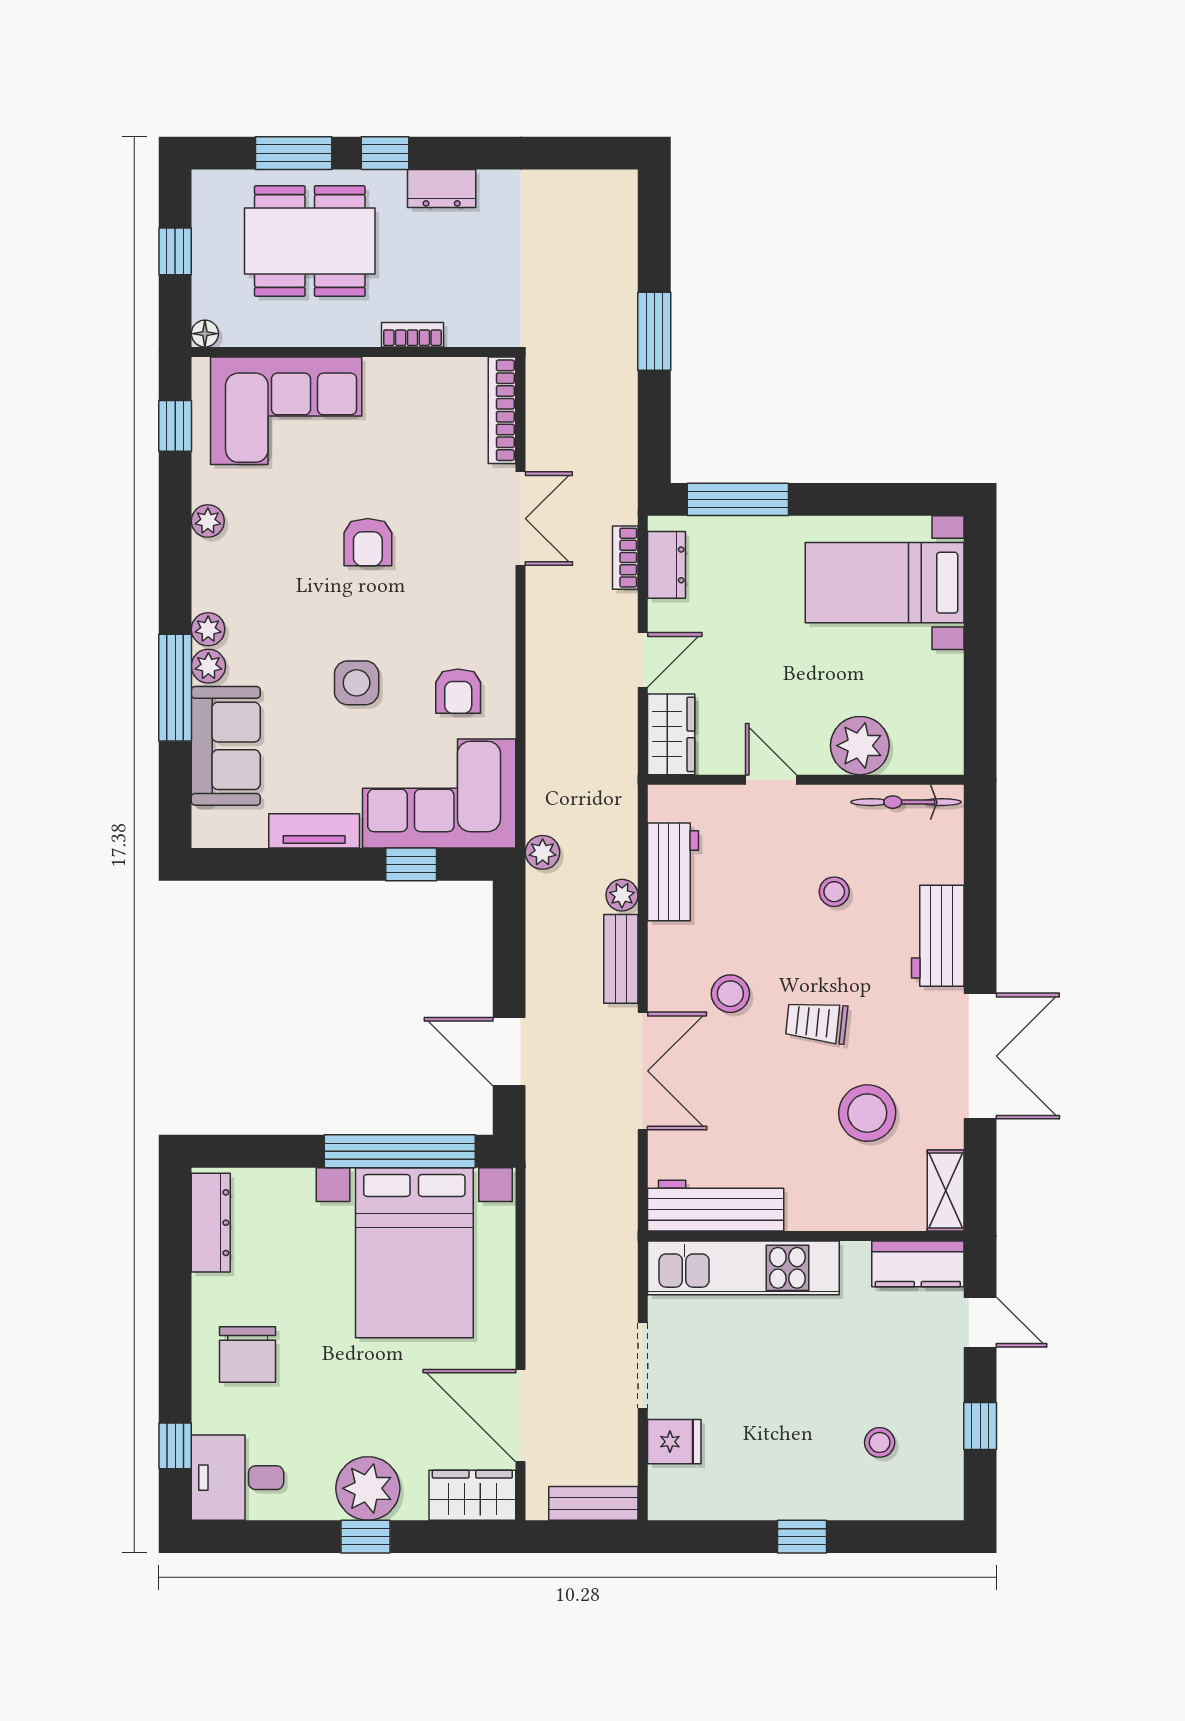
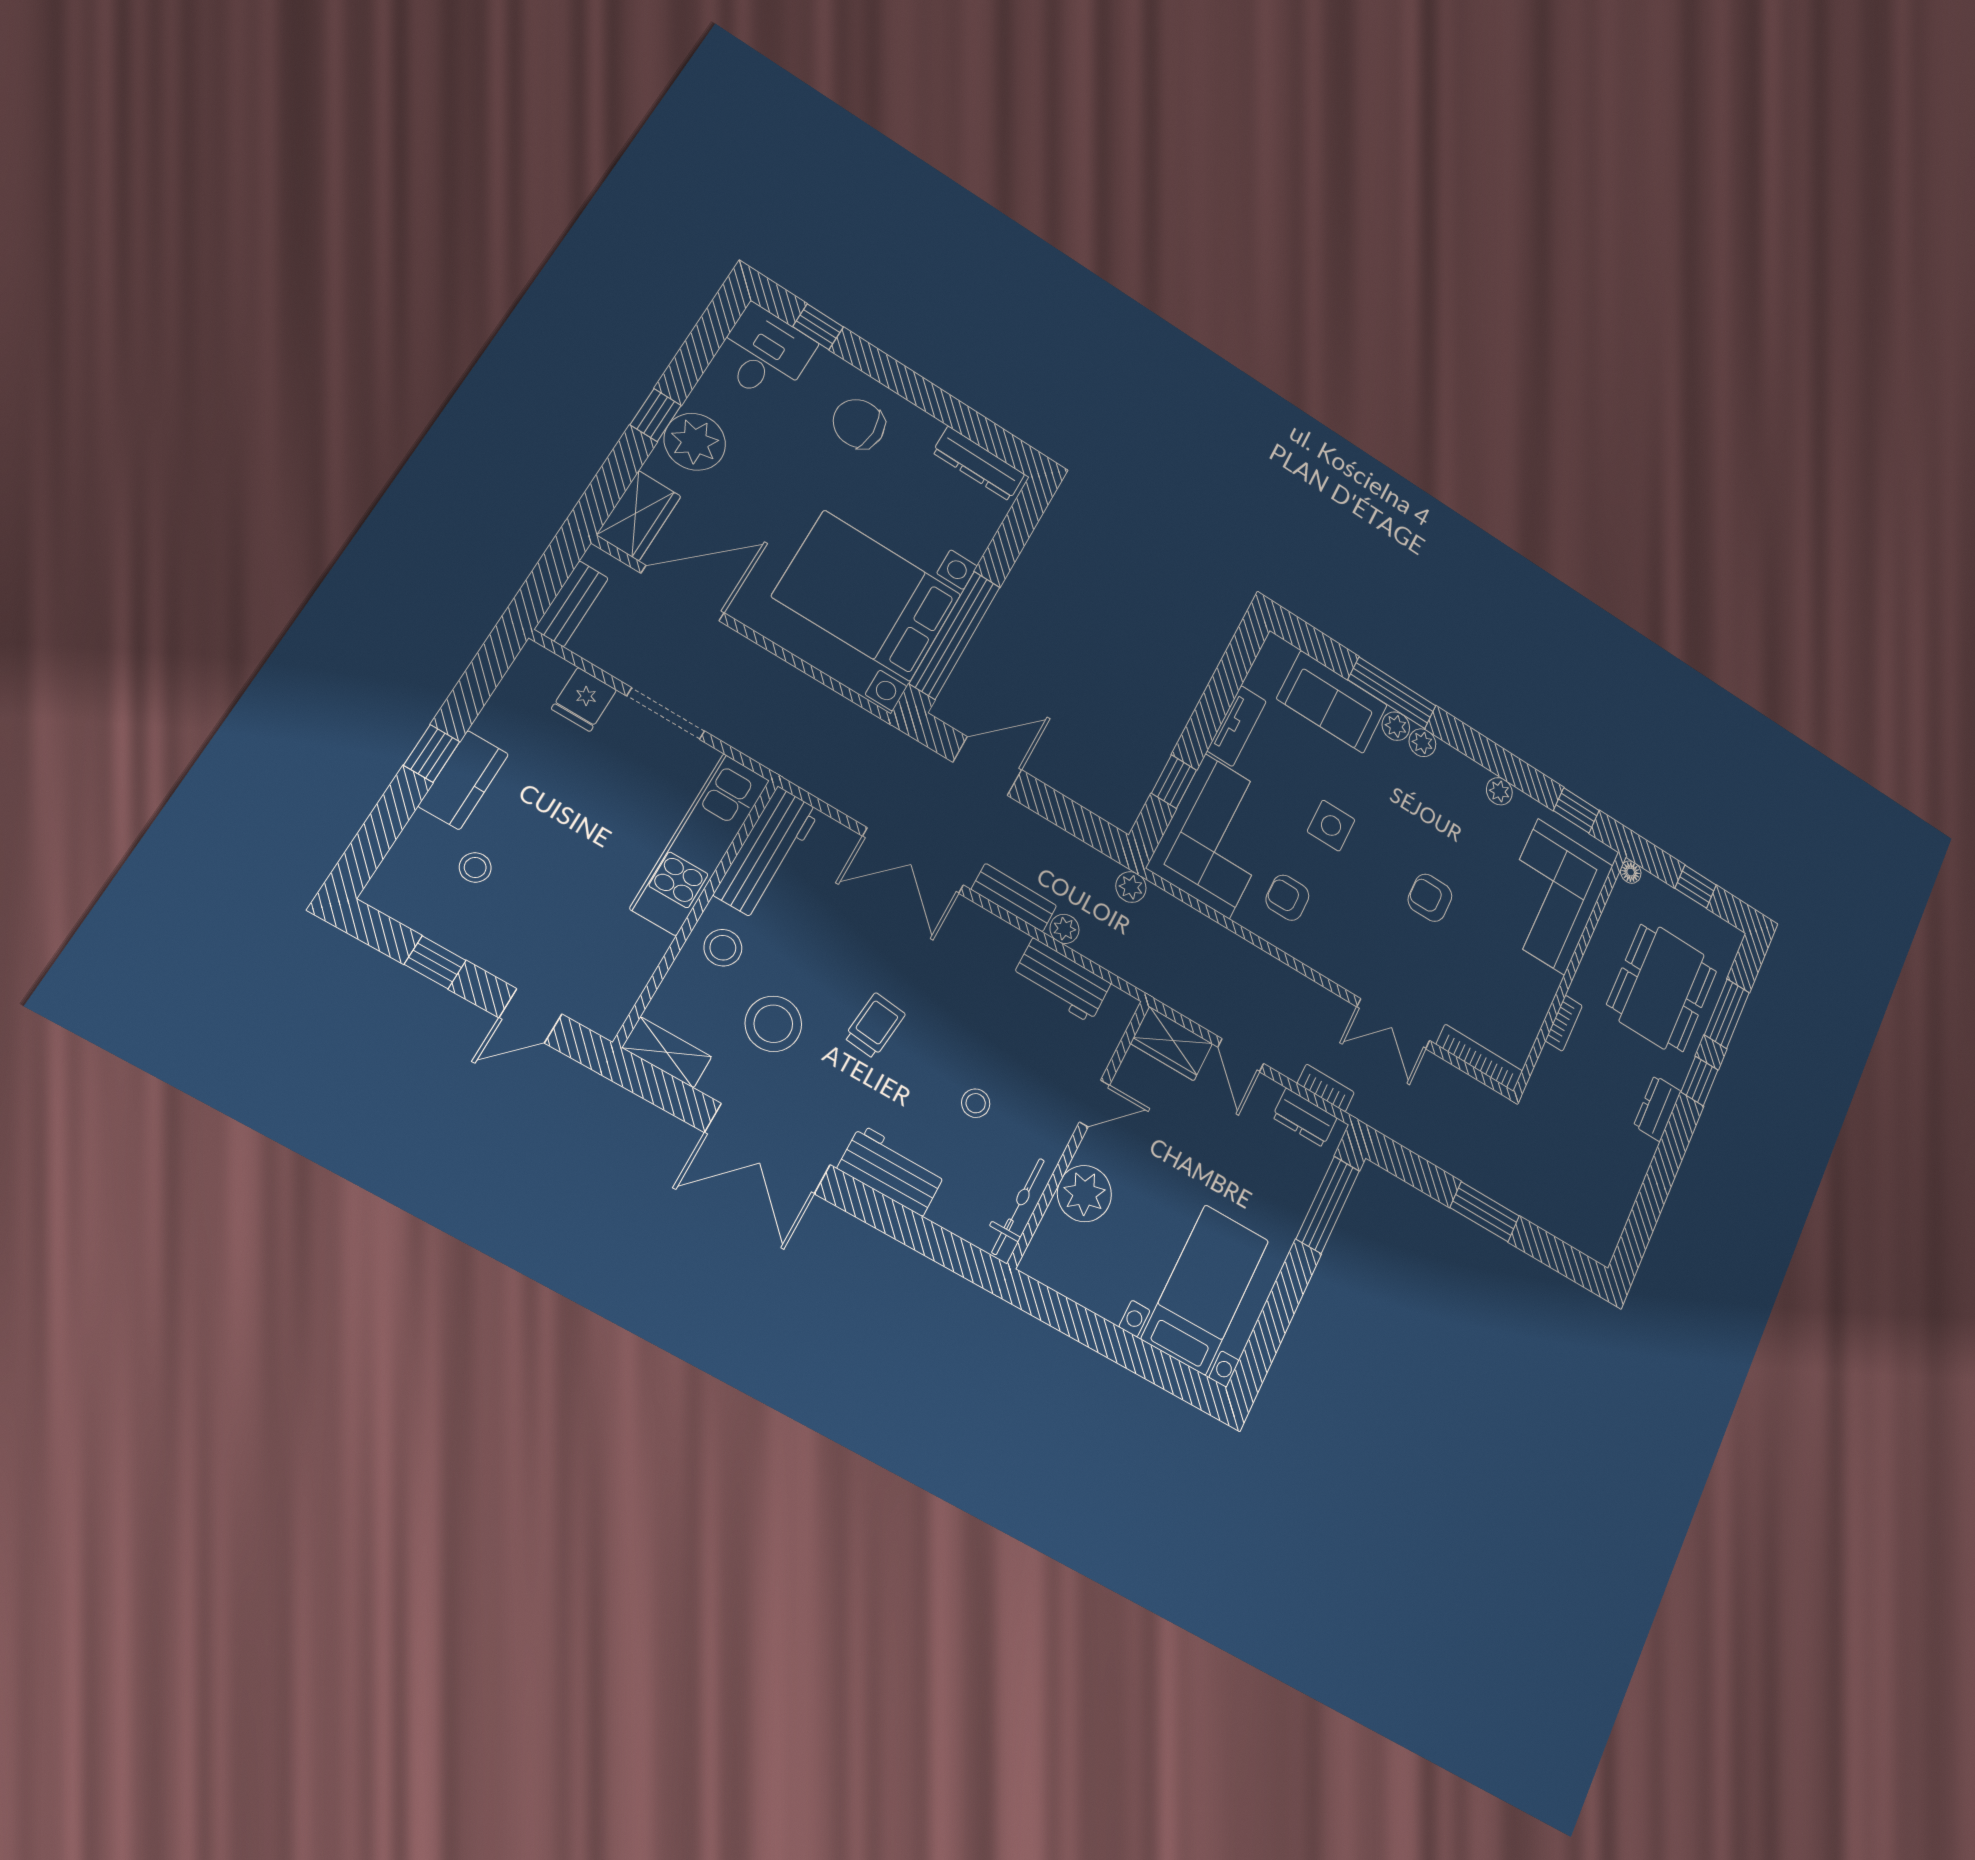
stool: (730, 994) -> (723, 948), moved
kitchen counter: (918, 1264) -> (463, 780), moved, turned 180

